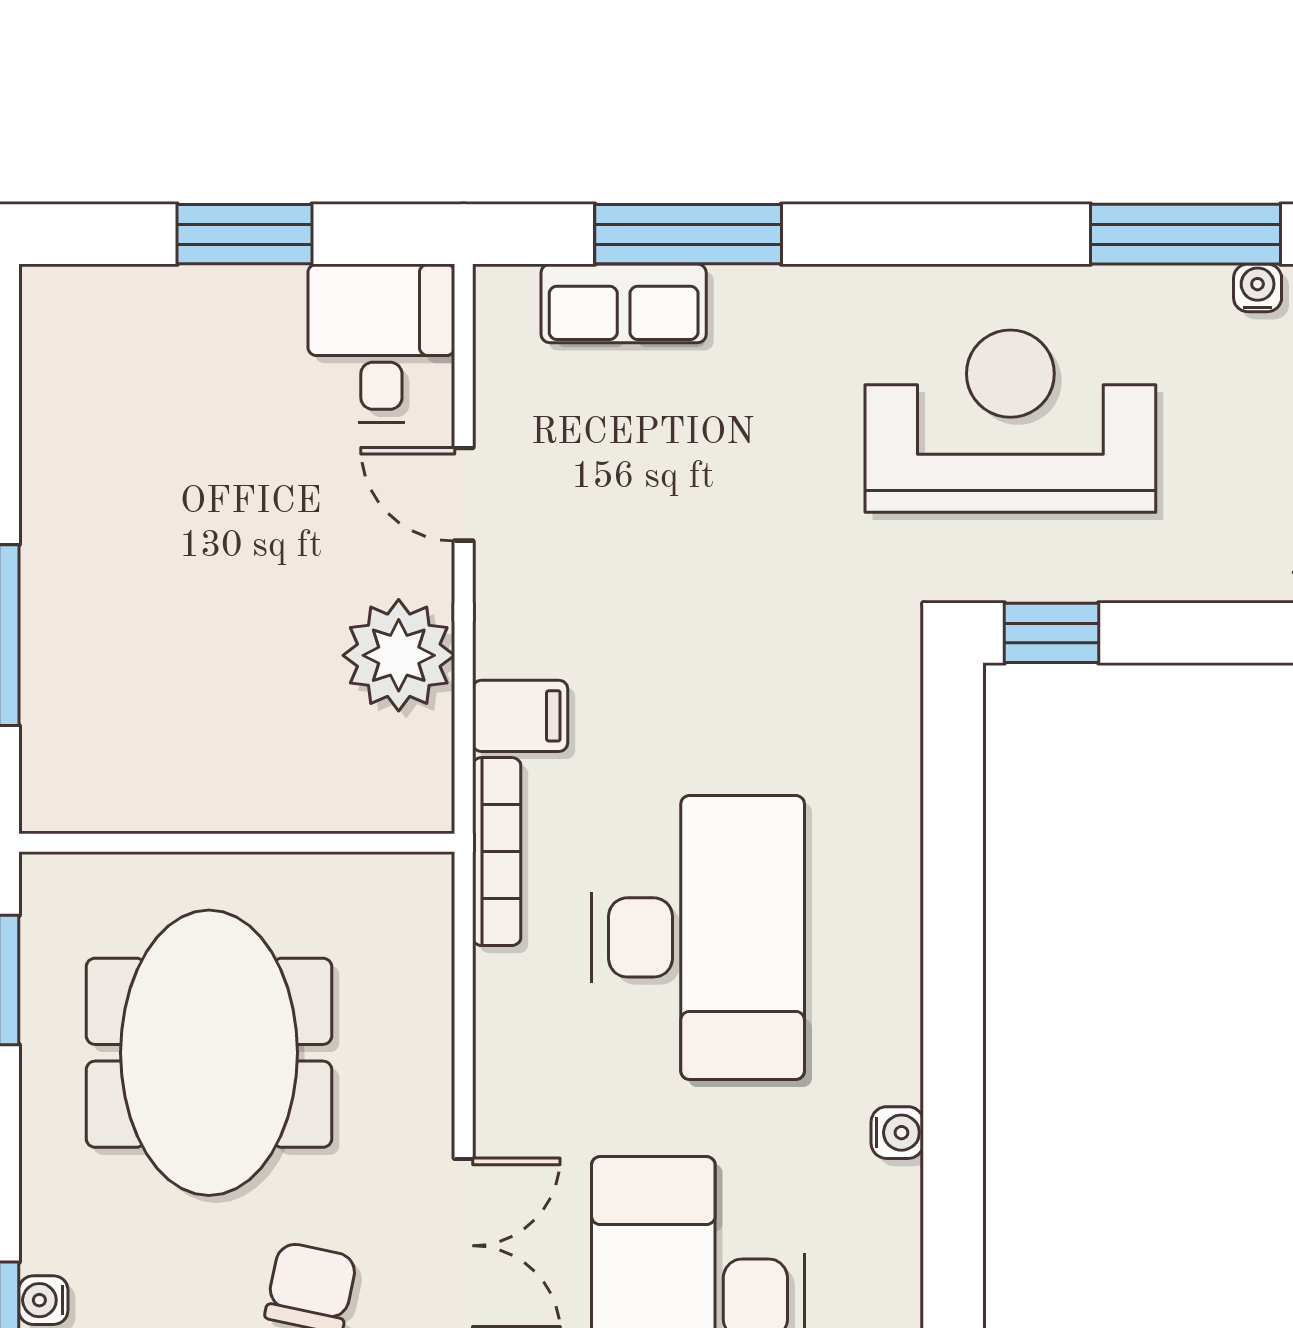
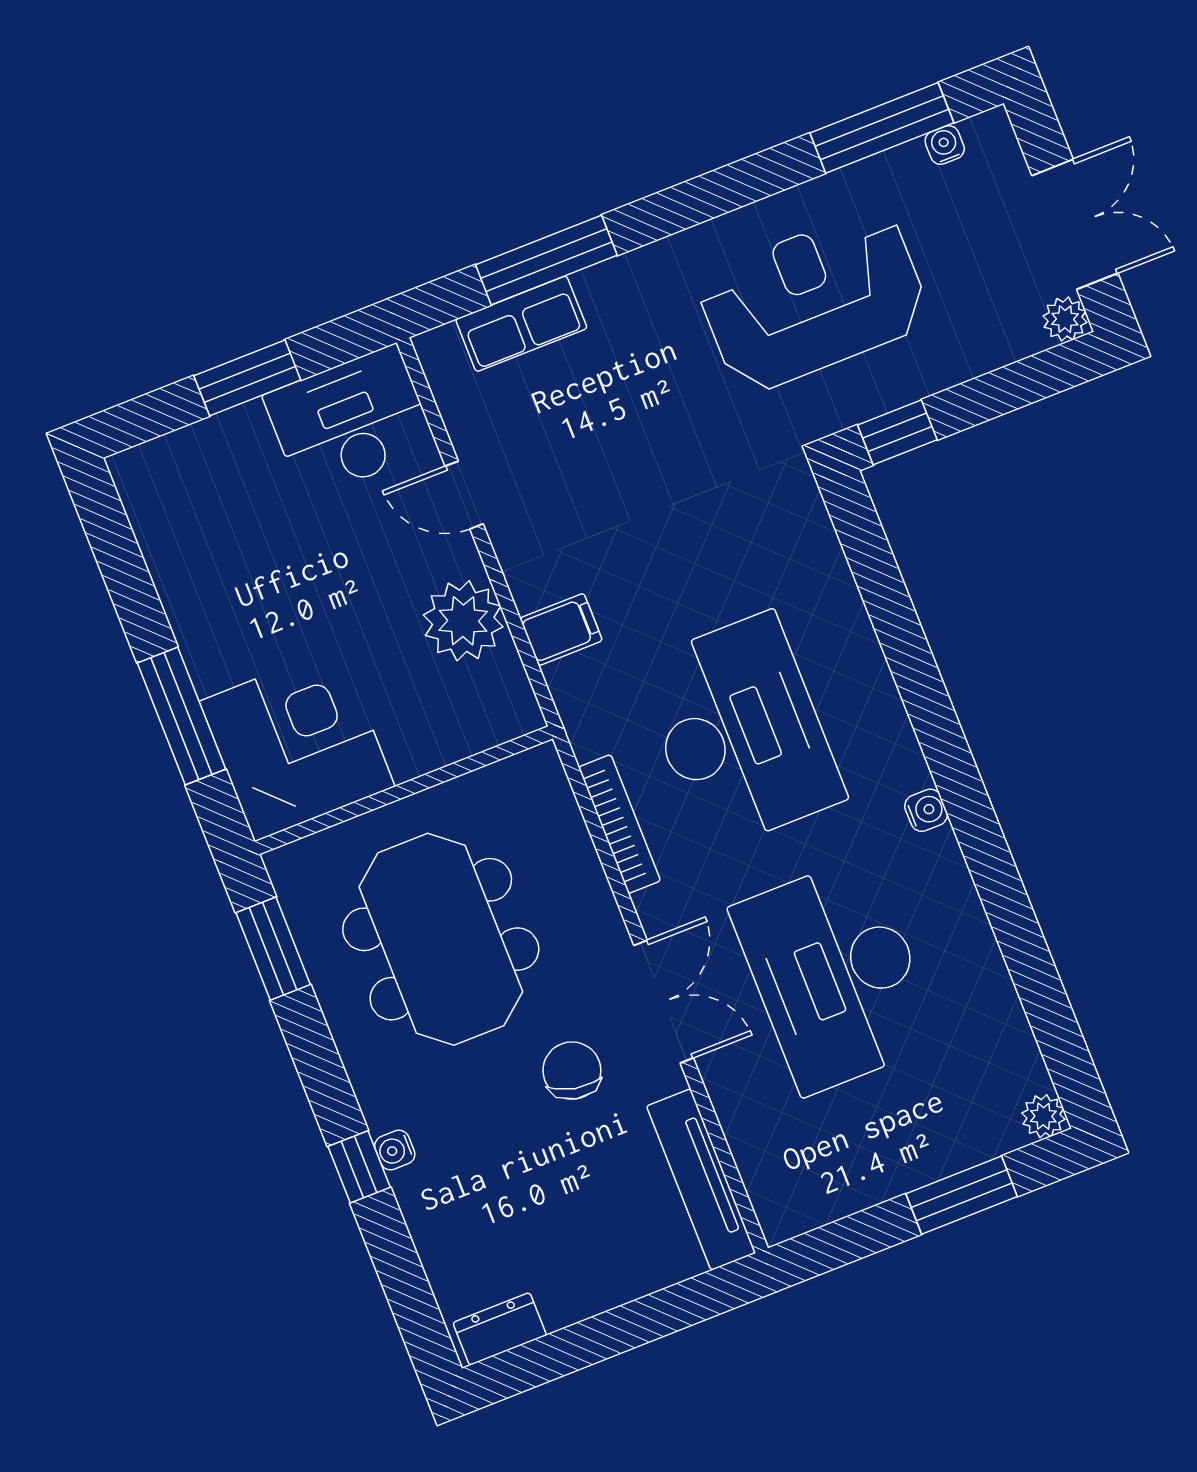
desk: (381, 343) -> (350, 422), width x1.37
corner desk: (123, 729) -> (297, 744), added
bookcase: (497, 852) -> (619, 824), moved

